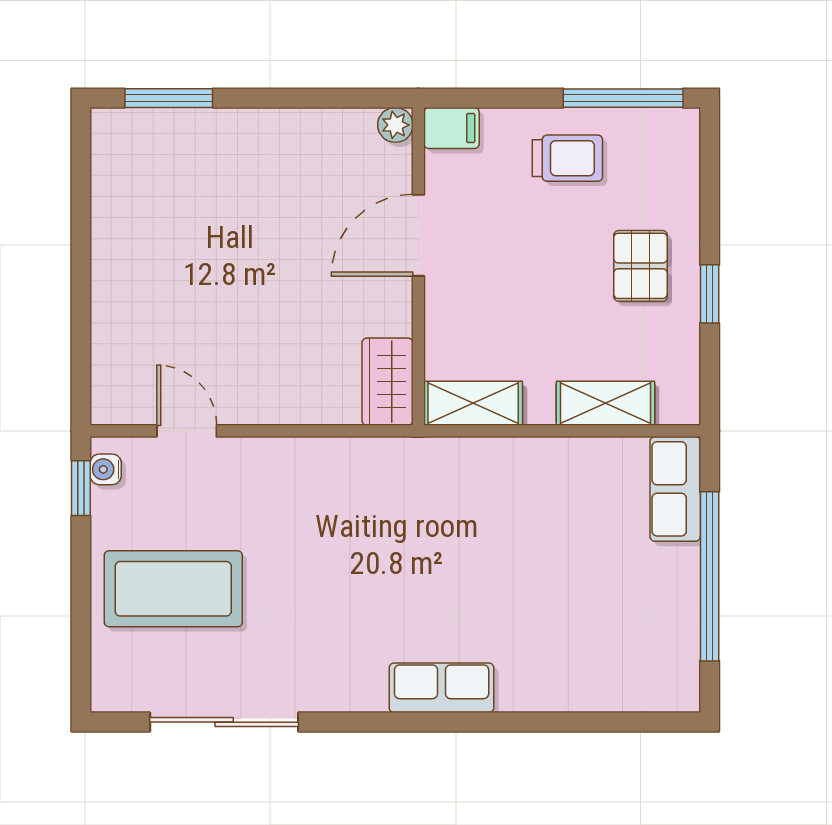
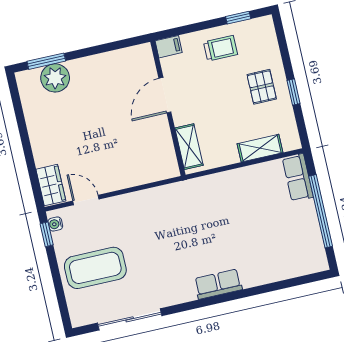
window: (623, 98) -> (238, 18), width x0.46
plant: (395, 125) -> (55, 78), moved, width x1.88, depth x1.88
wardrobe: (388, 382) -> (51, 185), moved, turned 180
shelving: (473, 403) -> (189, 147), moved, turned 90

